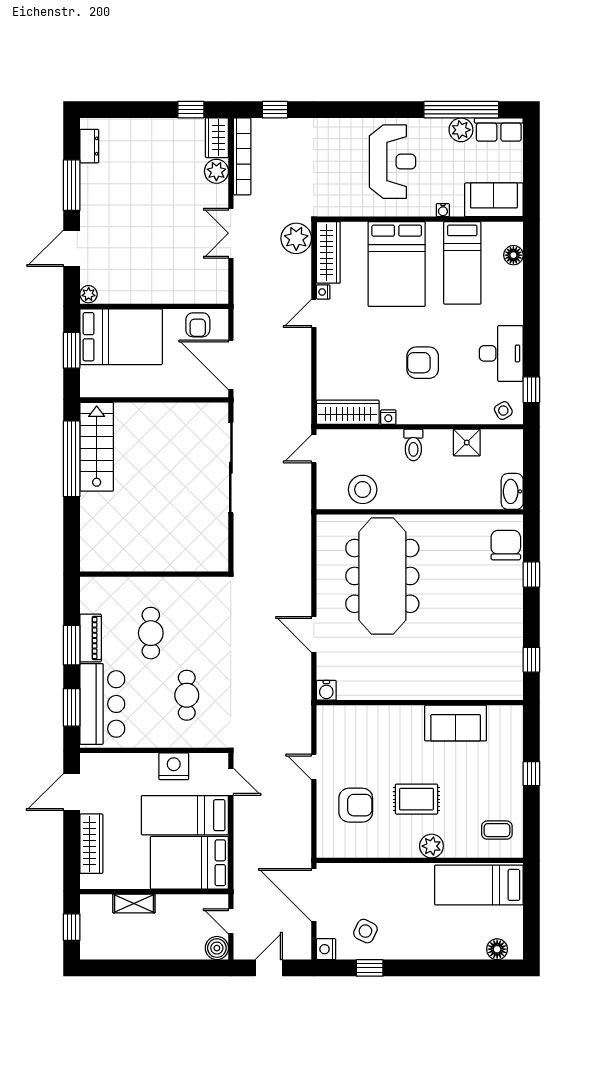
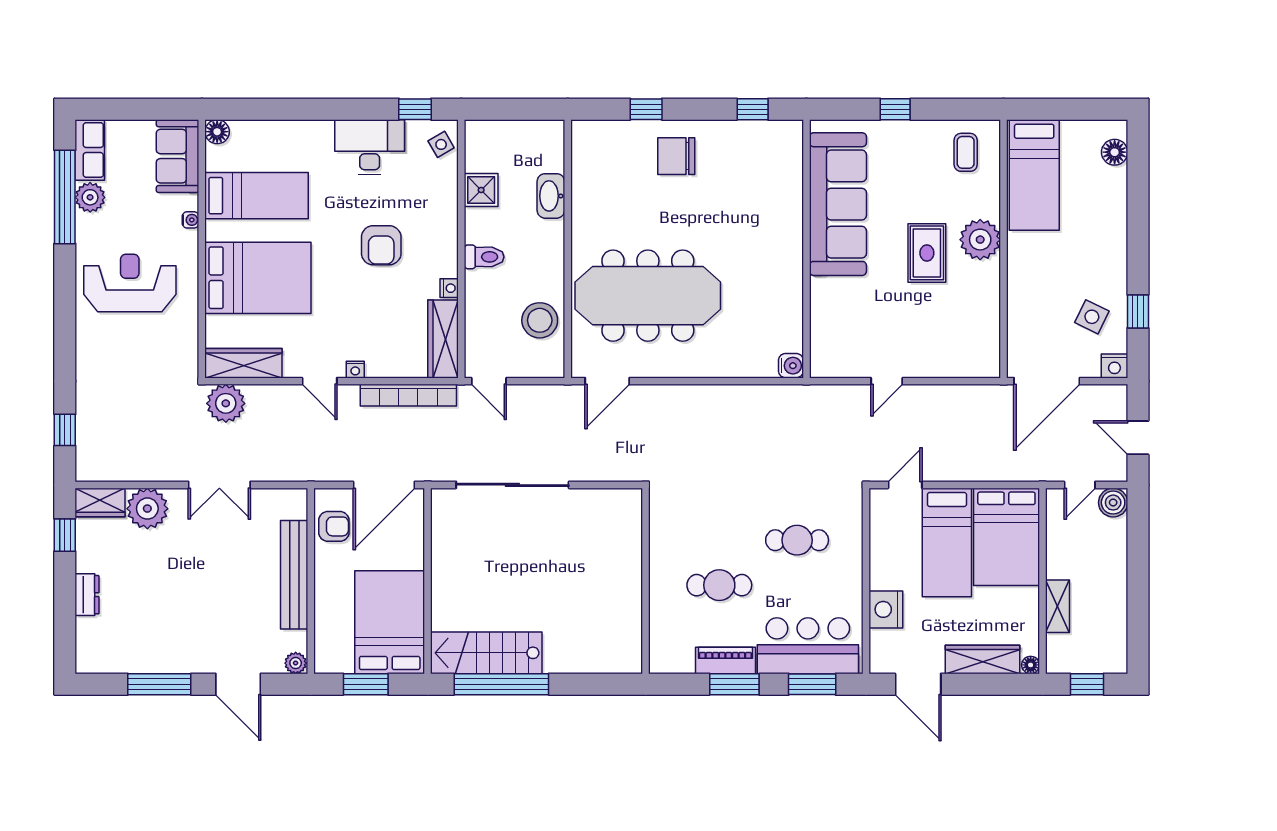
dresser: (89, 146) -> (87, 595), moved, turned 90
bookcase: (242, 156) -> (408, 395), moved, turned 180
plant: (216, 171) -> (147, 509), width x1.36, depth x1.36
floor lamp: (513, 255) -> (217, 132), moved
nightstand: (323, 292) -> (355, 370), moved
bench: (159, 293) -> (294, 575), added
bed: (121, 337) -> (390, 622), moved
washbasin: (512, 491) -> (551, 196), moved, turned 90
chair: (506, 545) -> (676, 156), moved
door: (314, 634) -> (607, 381), moved
sofa: (456, 723) -> (838, 204), width x1.85, depth x1.27
nightstand: (174, 766) -> (886, 609), moved
armchair: (356, 805) -> (934, 329), removed
plant: (431, 846) -> (980, 240), width x1.36, depth x1.36
floor lamp: (87, 882) -> (1031, 665), added

